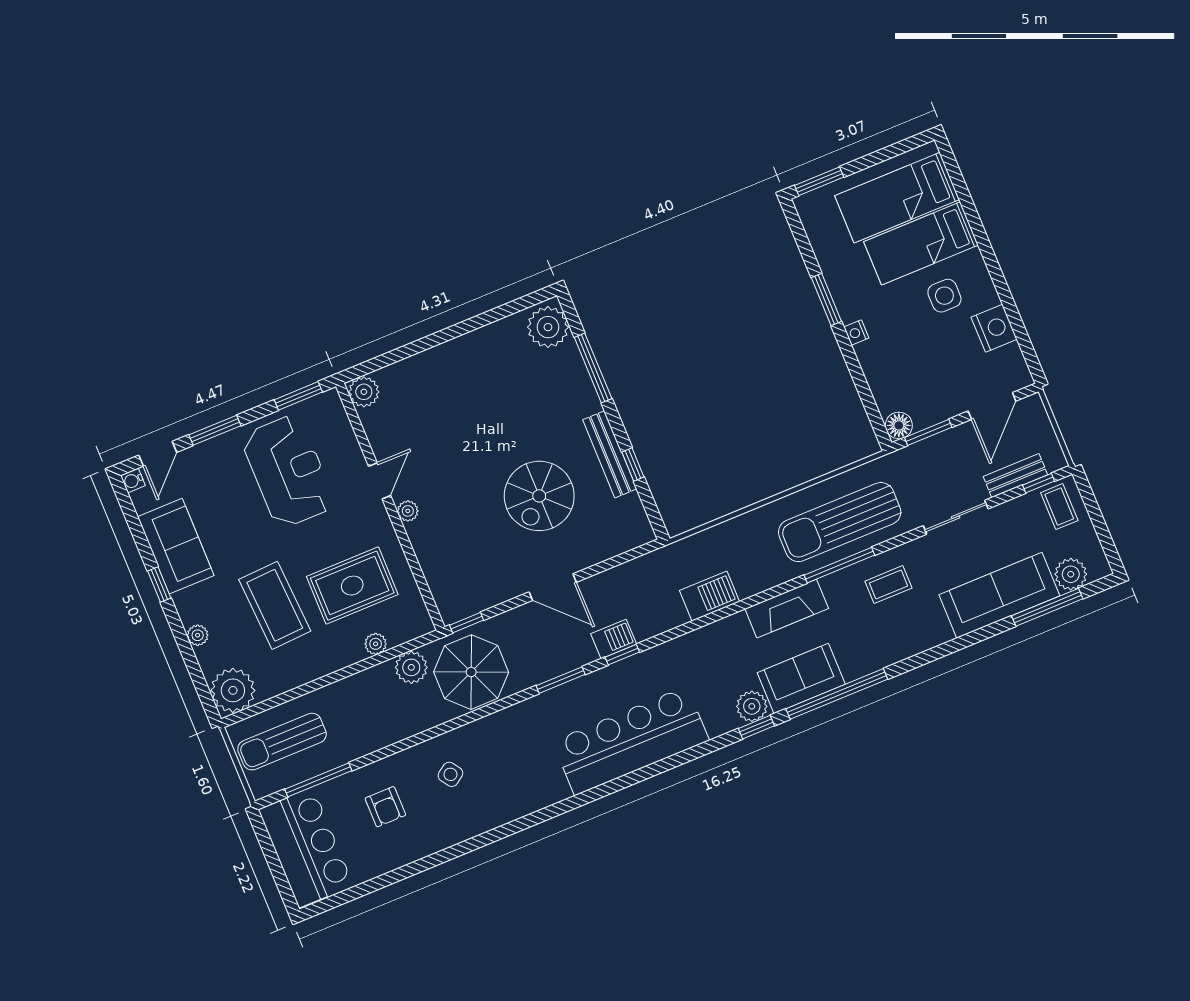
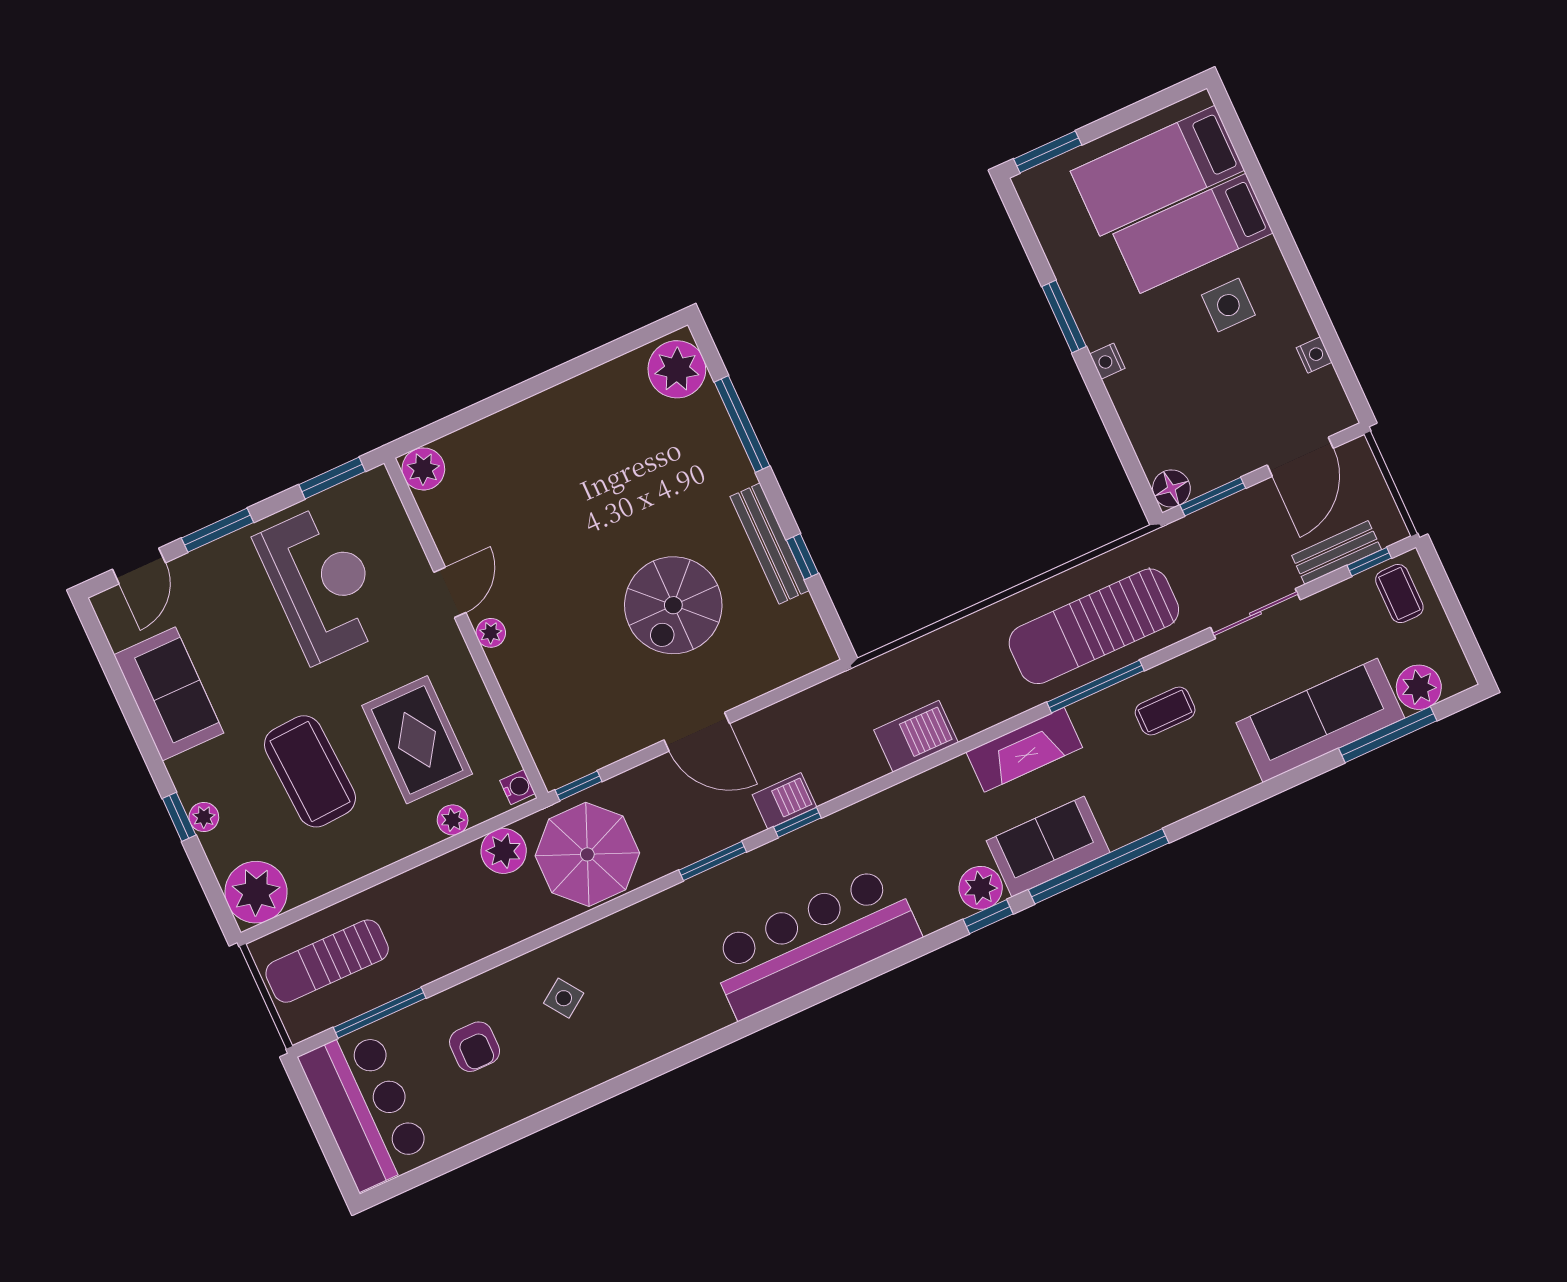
nightstand: (994, 328) -> (1314, 355), width x0.53, depth x0.56
water cooler: (133, 480) -> (517, 787), moved, turned 180
window: (159, 584) -> (179, 817), moved
rug: (352, 586) -> (417, 740), turned 90

